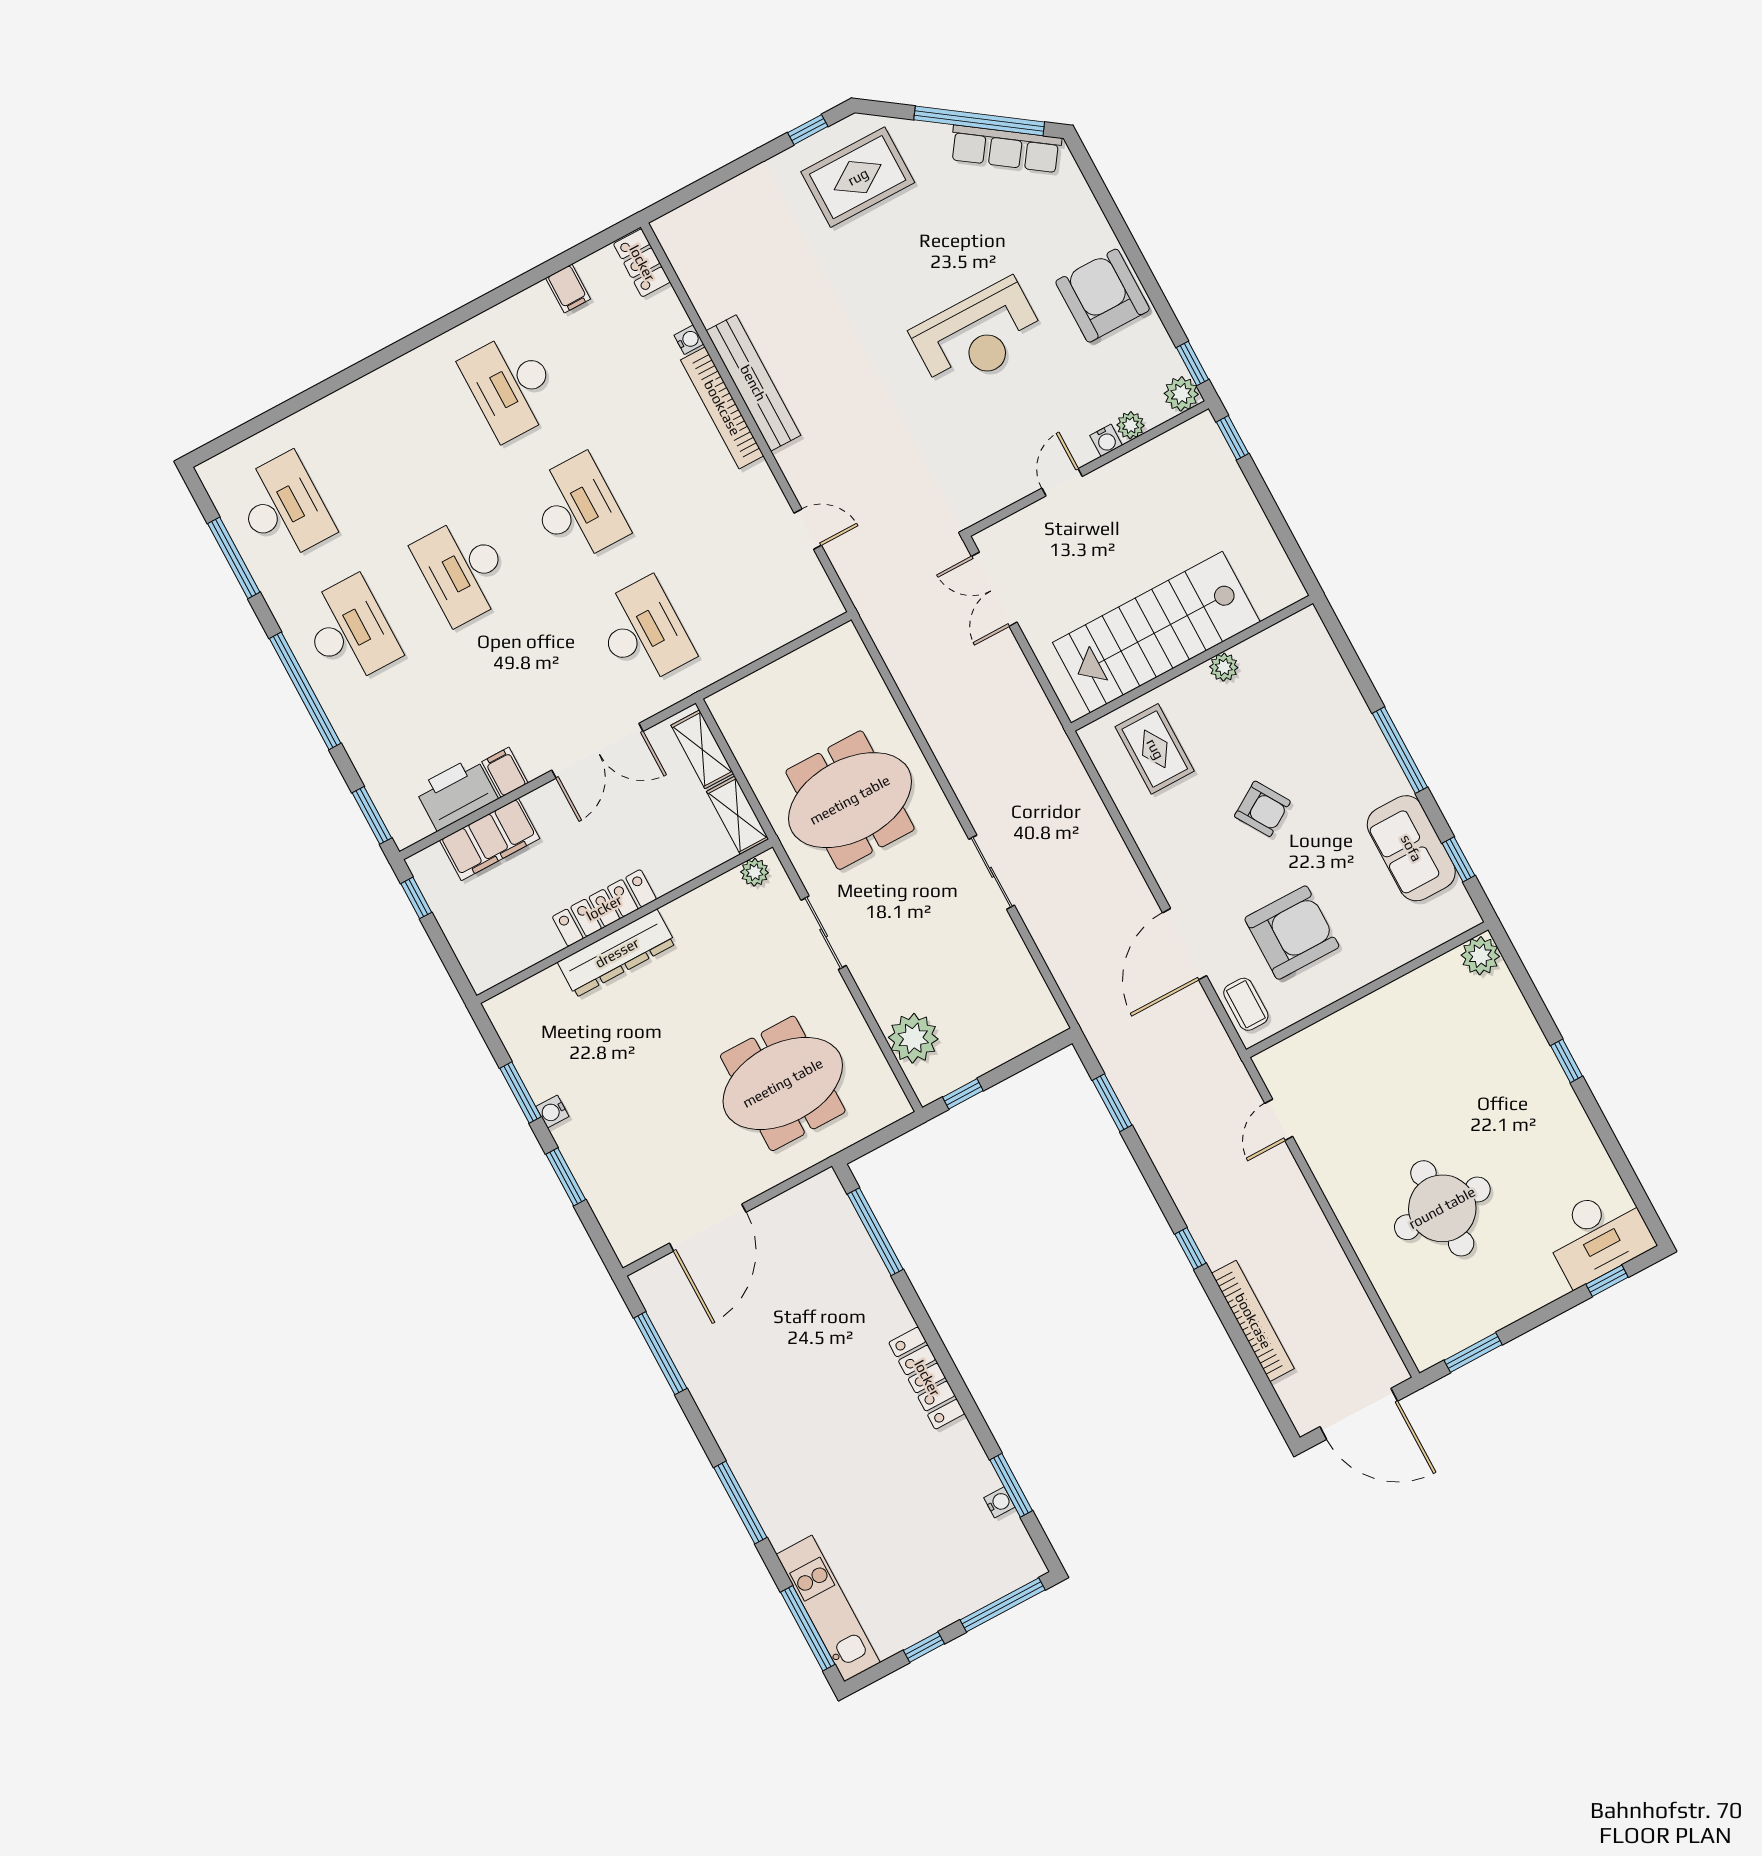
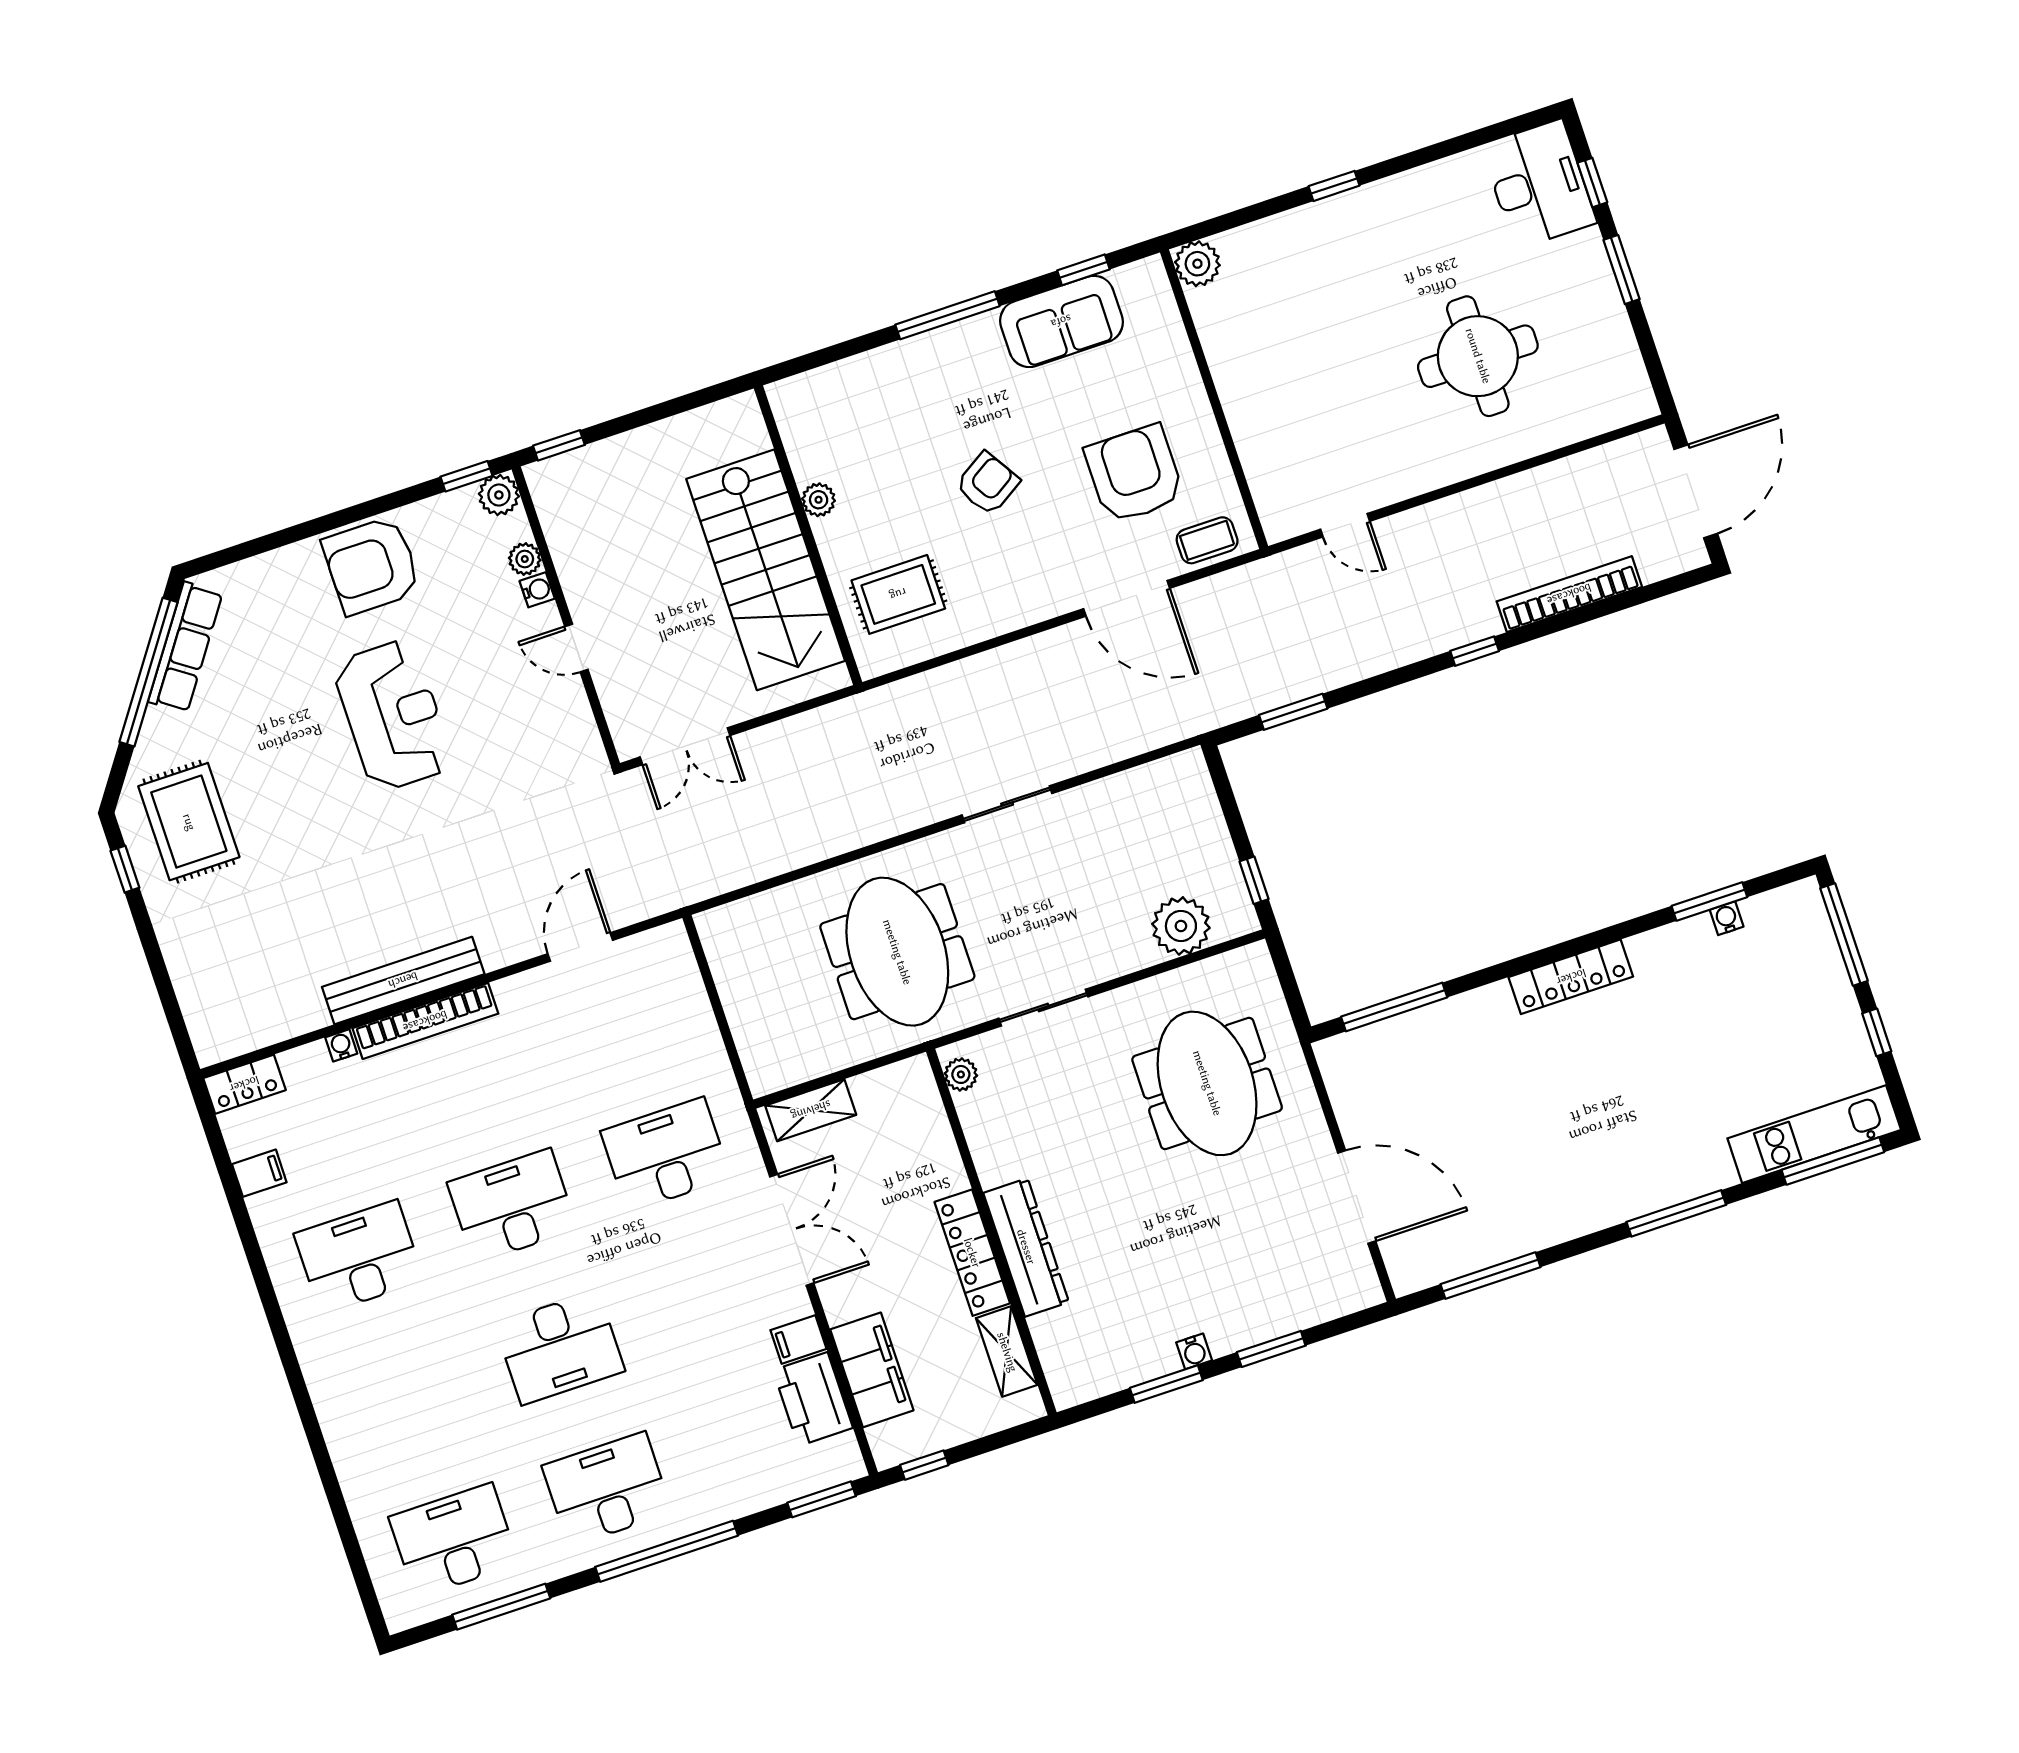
desk: (511, 386) -> (359, 1257), turned 180
door: (808, 529) -> (580, 947), width x1.38
shelving: (738, 815) -> (1007, 1352), moved, turned 90
window: (1473, 1352) -> (1622, 270), moved

